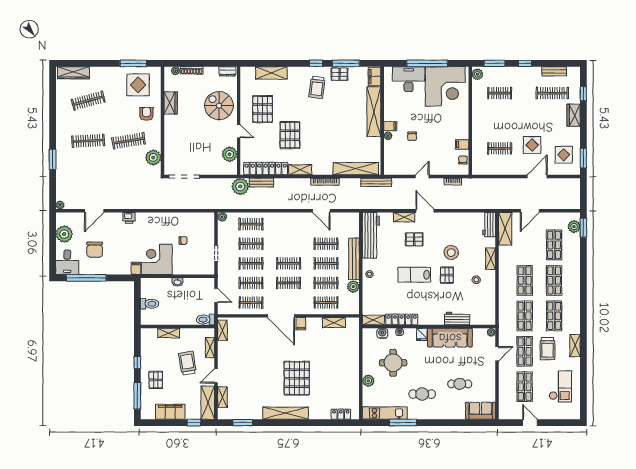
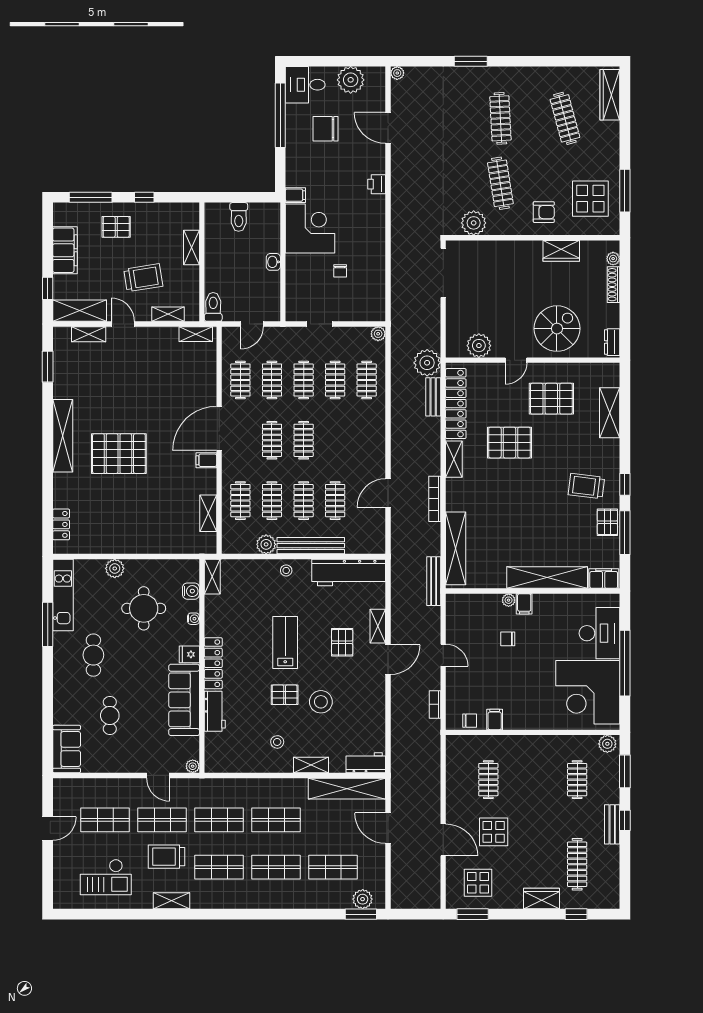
bench: (554, 71) -> (612, 824), moved
shelving: (505, 229) -> (347, 789), width x1.47
locker: (402, 320) -> (213, 663), moved

